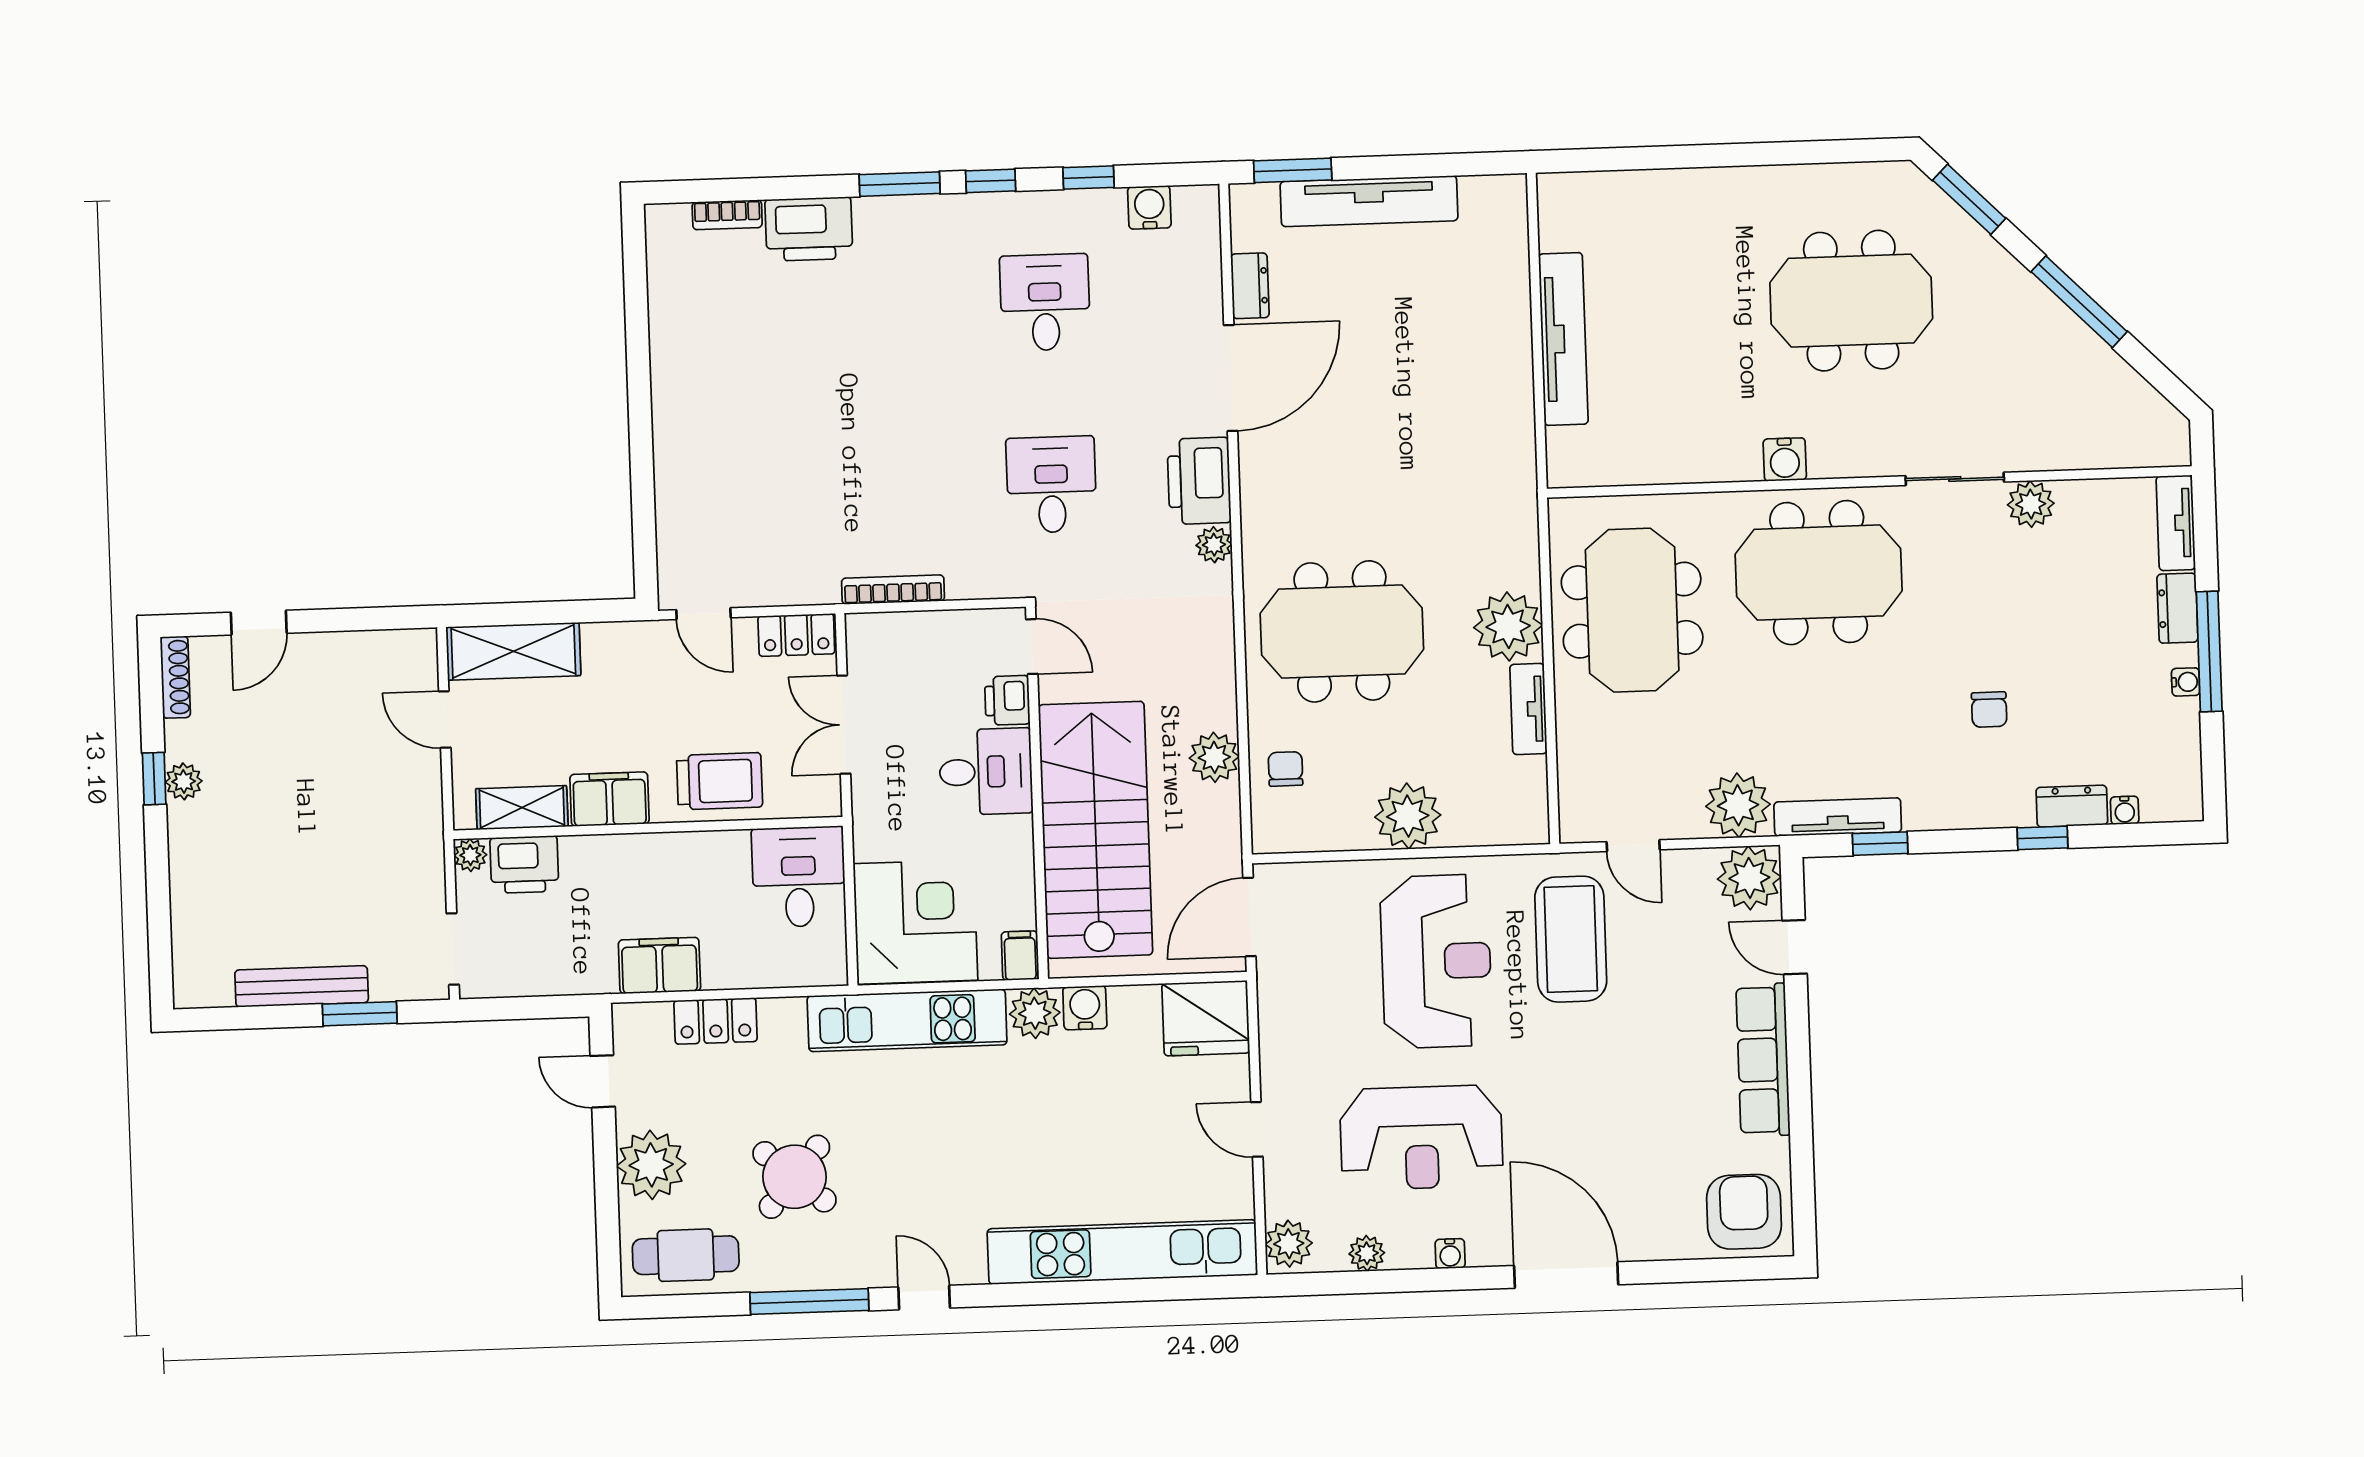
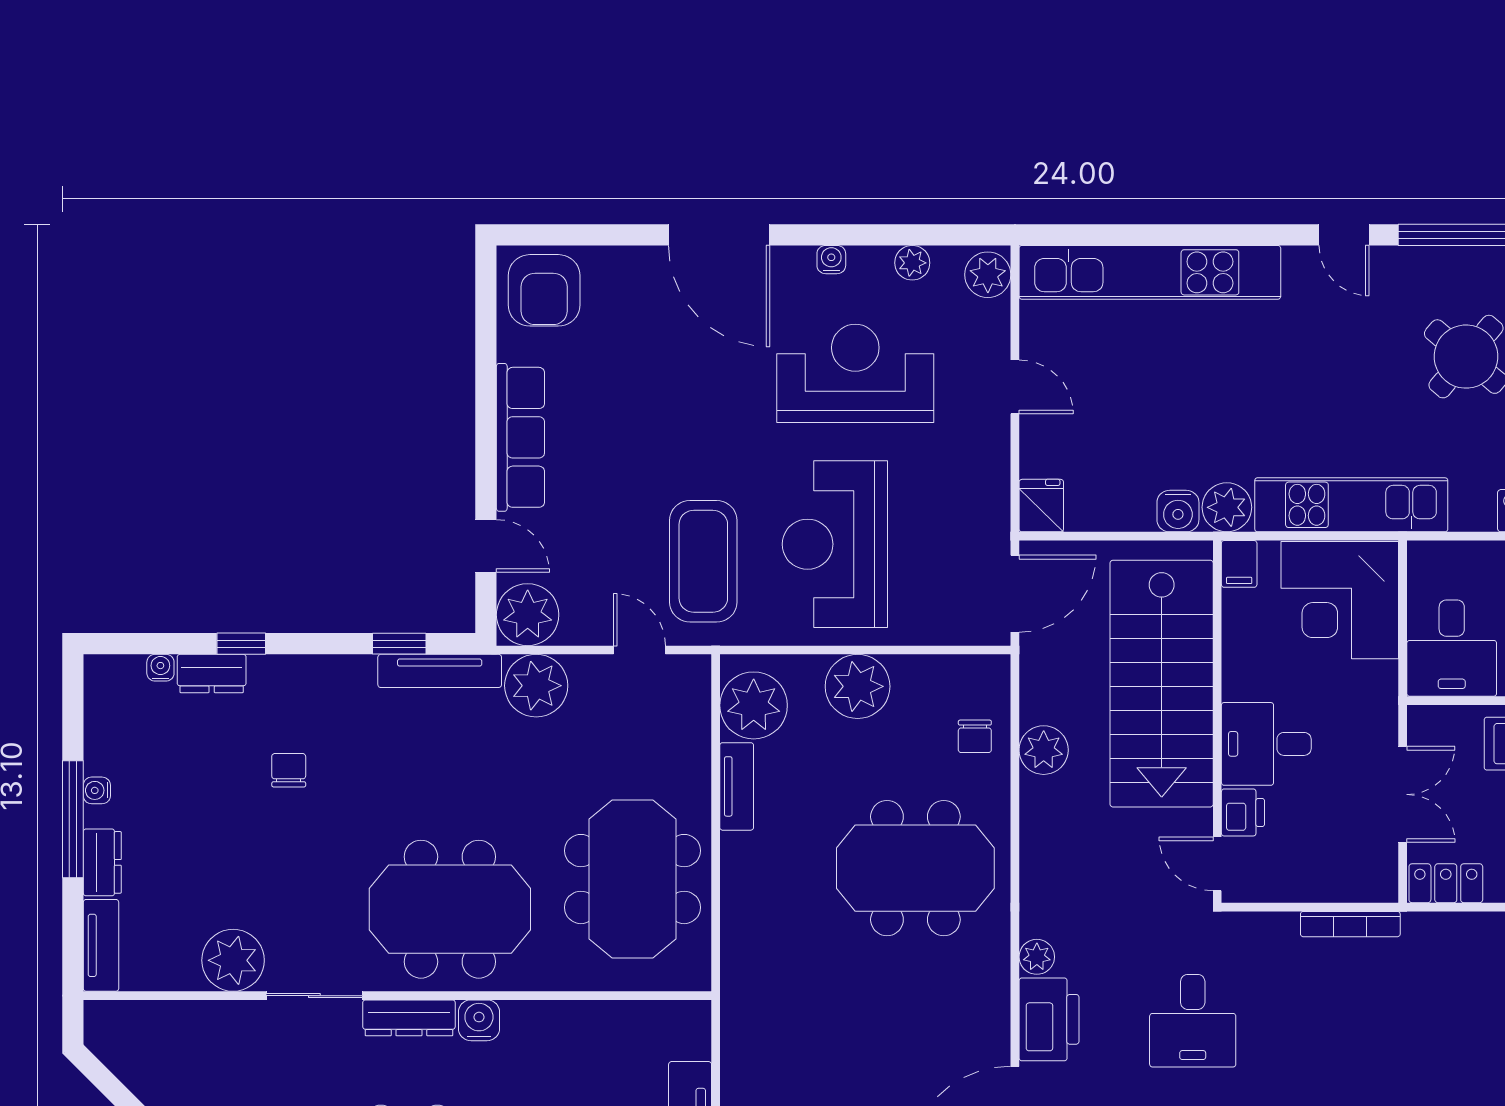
dresser: (1857, 459) -> (409, 1018), added
plant: (2031, 504) -> (233, 960), width x1.36, depth x1.36
plant: (1508, 626) -> (754, 705), moved
fridge: (1206, 1018) -> (1041, 506), width x0.53, depth x0.75

